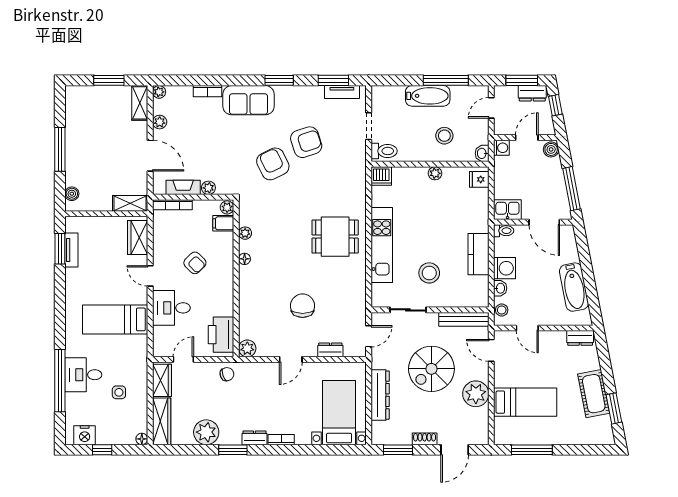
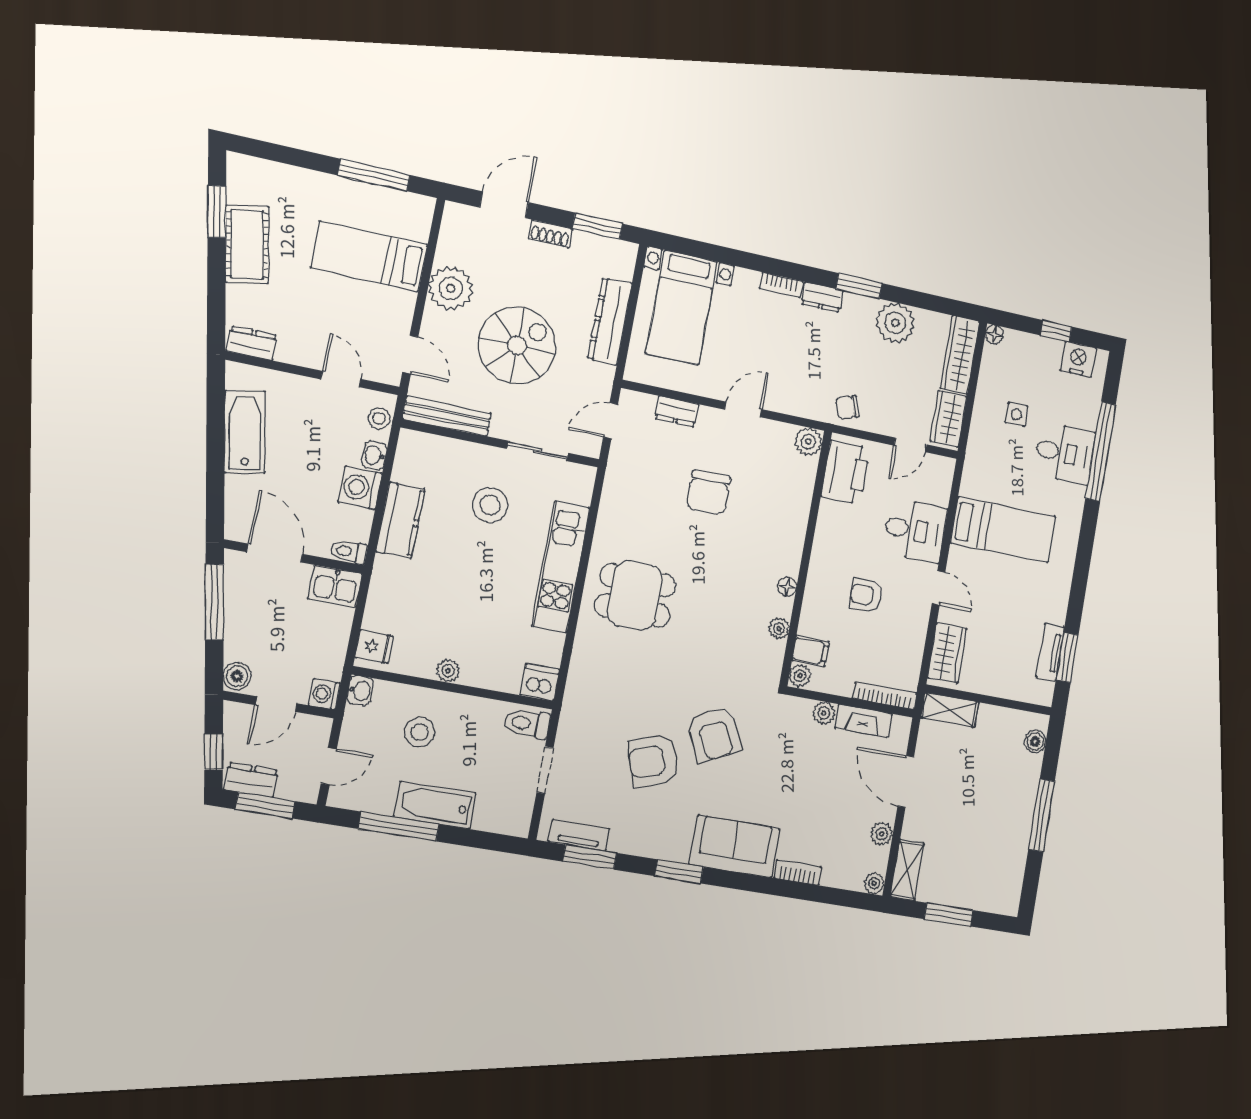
armchair: (195, 263) -> (866, 595), turned -45

